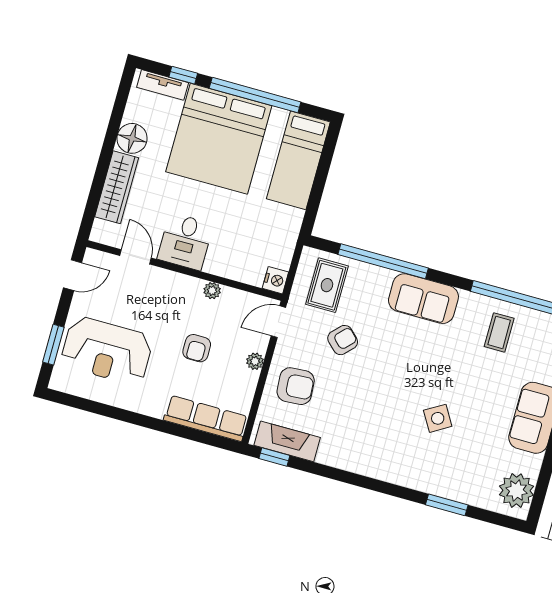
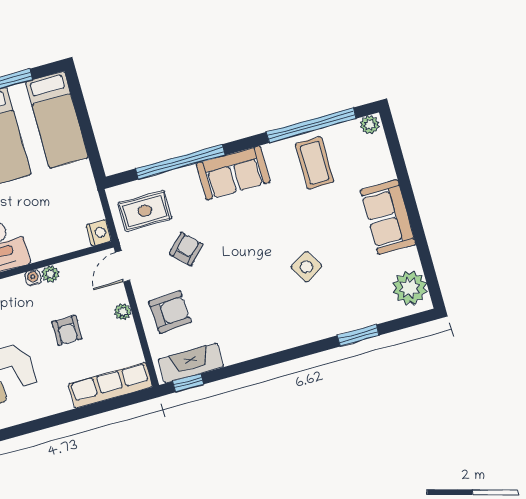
water cooler: (195, 285) -> (33, 278), added
rug: (327, 285) -> (145, 211), turned 90
coffee table: (499, 332) -> (315, 163), width x1.36, depth x1.30

